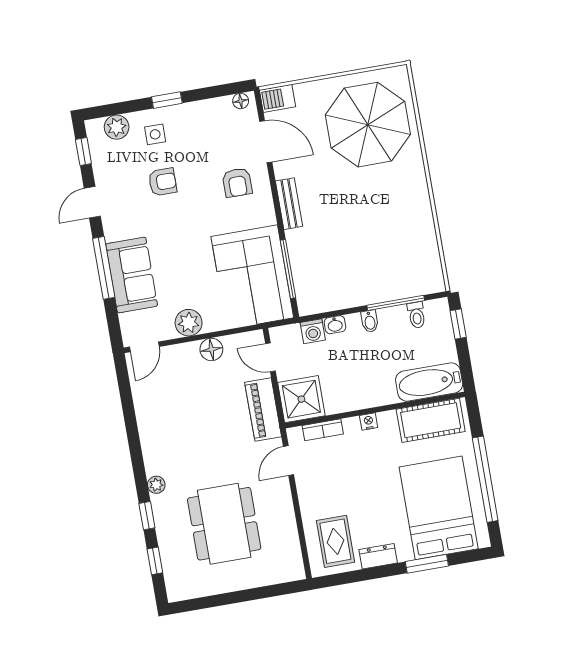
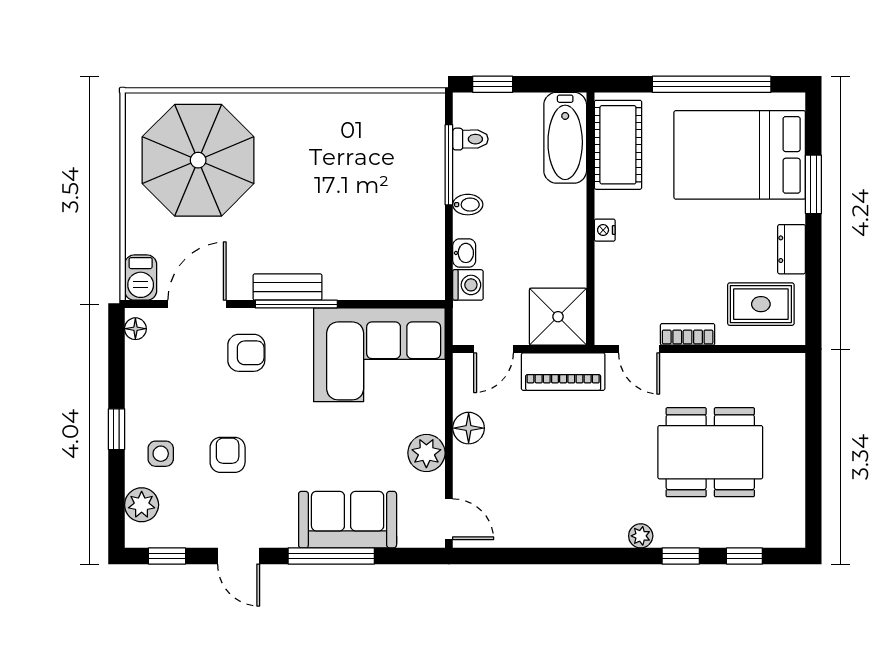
window: (288, 269) -> (296, 304), moved
bookcase: (323, 430) -> (688, 334), moved, turned -90

